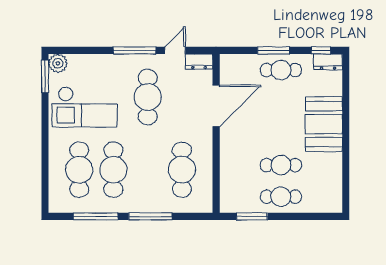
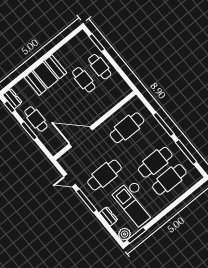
dresser: (199, 62) -> (108, 216), moved
checkout: (85, 107) -> (136, 203), turned 180
window: (252, 216) -> (97, 43), moved

